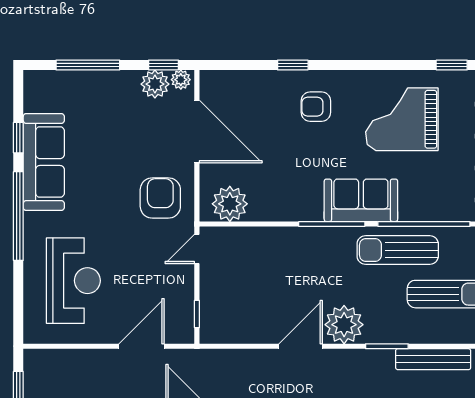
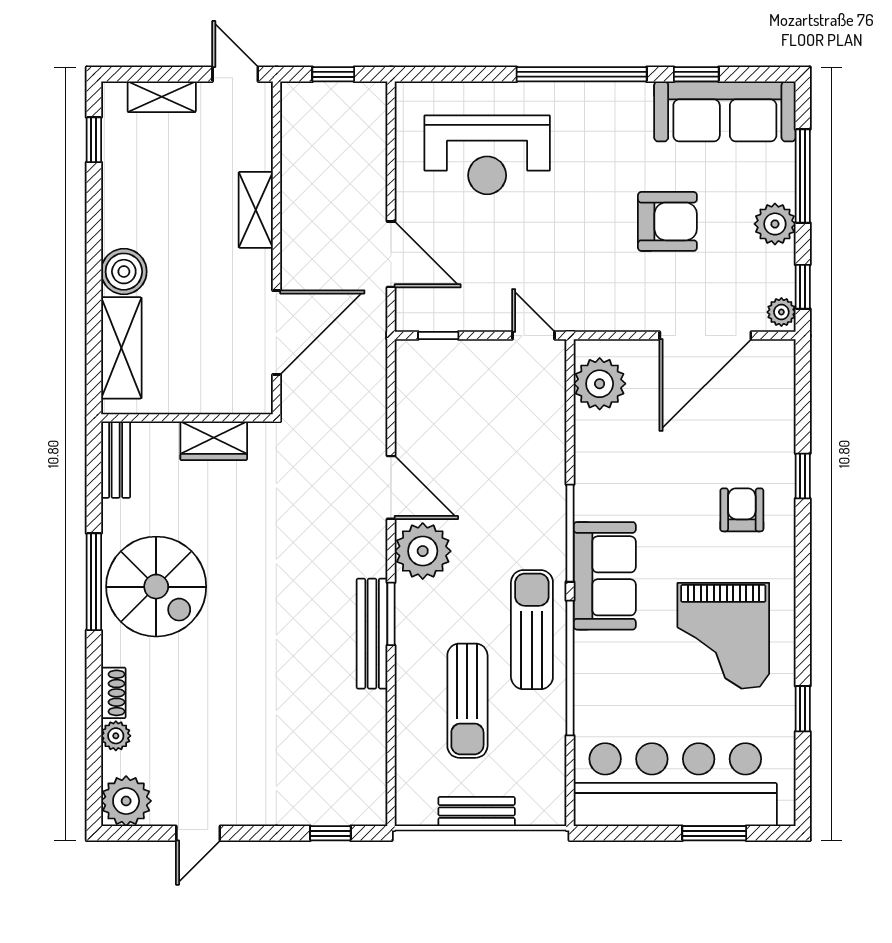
plant: (155, 84) -> (775, 224), moved
grand piano: (402, 119) -> (723, 636), turned 180
sofa: (44, 162) -> (725, 111), moved
armchair: (160, 198) -> (667, 221), moved
bench: (433, 359) -> (372, 634), moved

